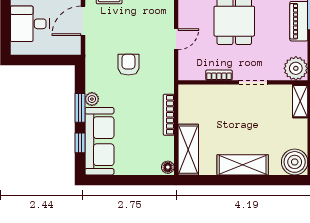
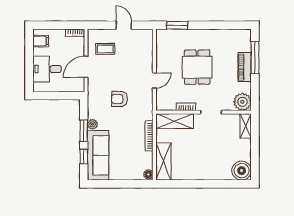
armchair: (128, 65) -> (119, 99), turned -90
shelving: (243, 165) -> (175, 121), moved

